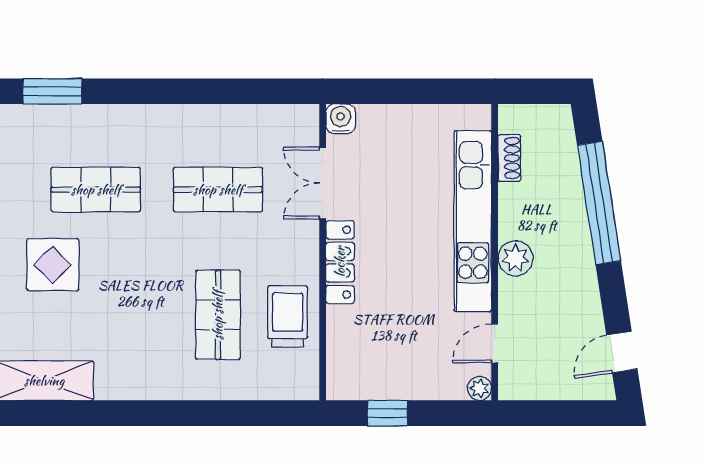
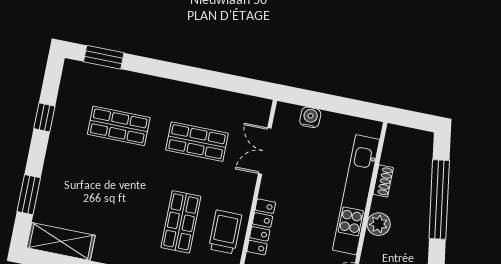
water cooler: (341, 119) -> (310, 117), moved
shoe rack: (509, 158) -> (383, 181), moved
locker: (340, 262) -> (261, 227), moved
display table: (53, 265) -> (82, 168), removed

